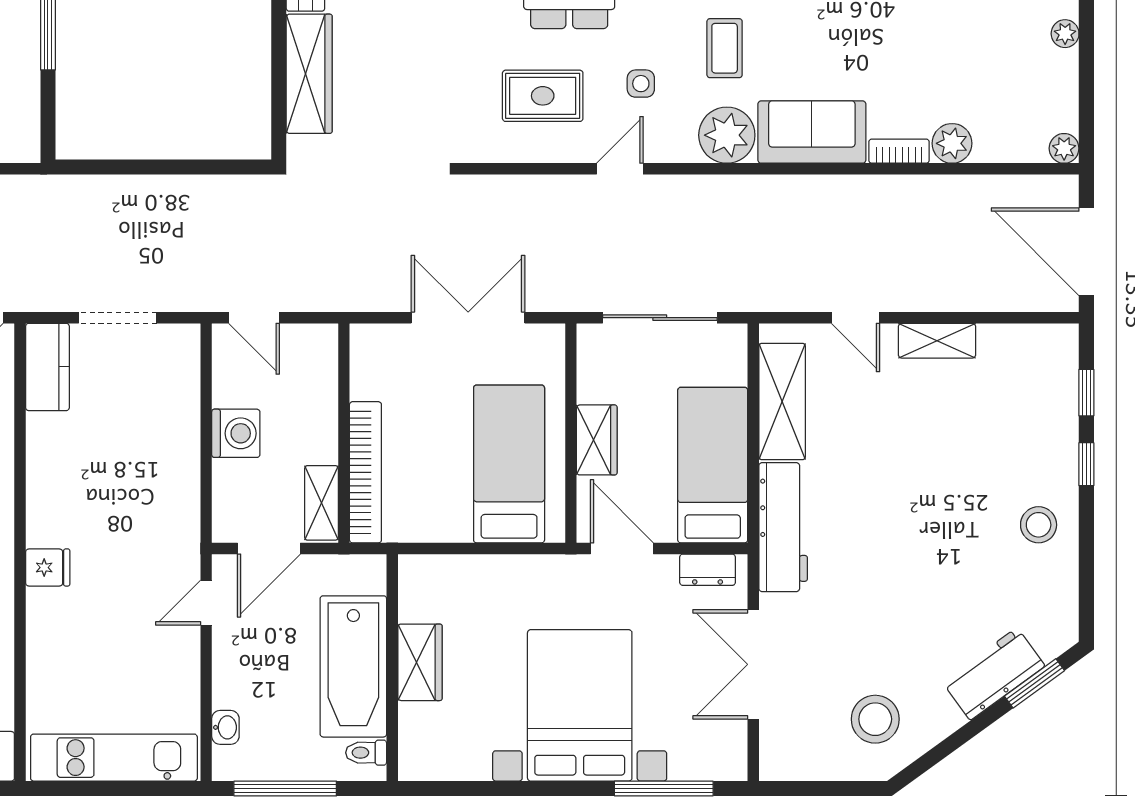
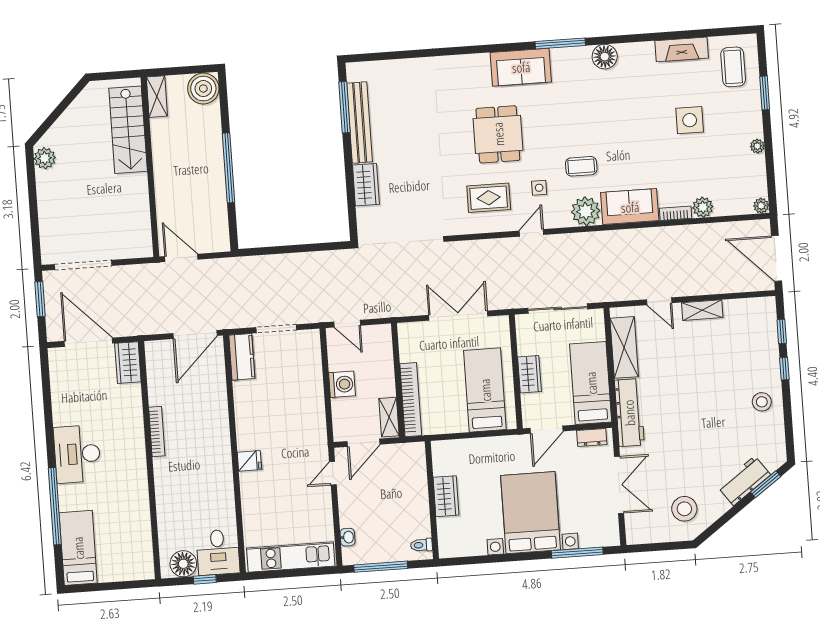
coffee table: (725, 48) -> (581, 166), turned 90
wardrobe: (309, 74) -> (366, 185), width x0.67
door: (622, 548) -> (547, 430), swing flipped
double door: (753, 664) -> (619, 485), swing flipped
bathtub: (353, 666) -> (412, 501), removed

